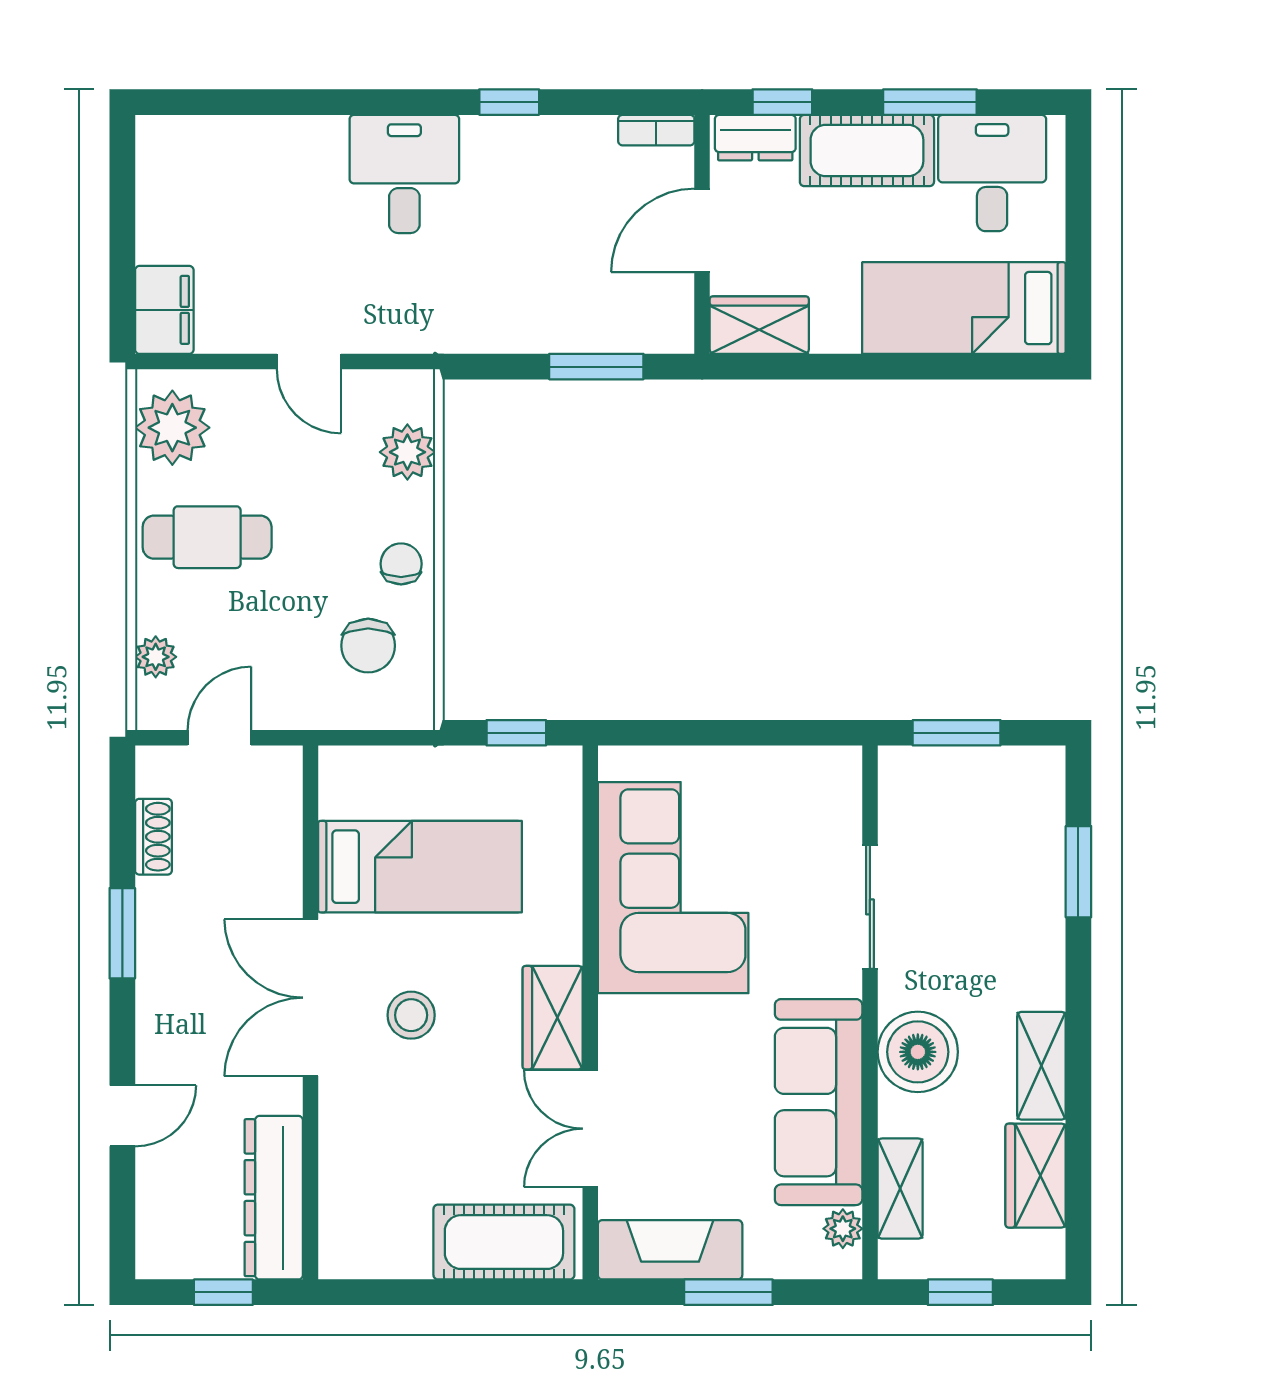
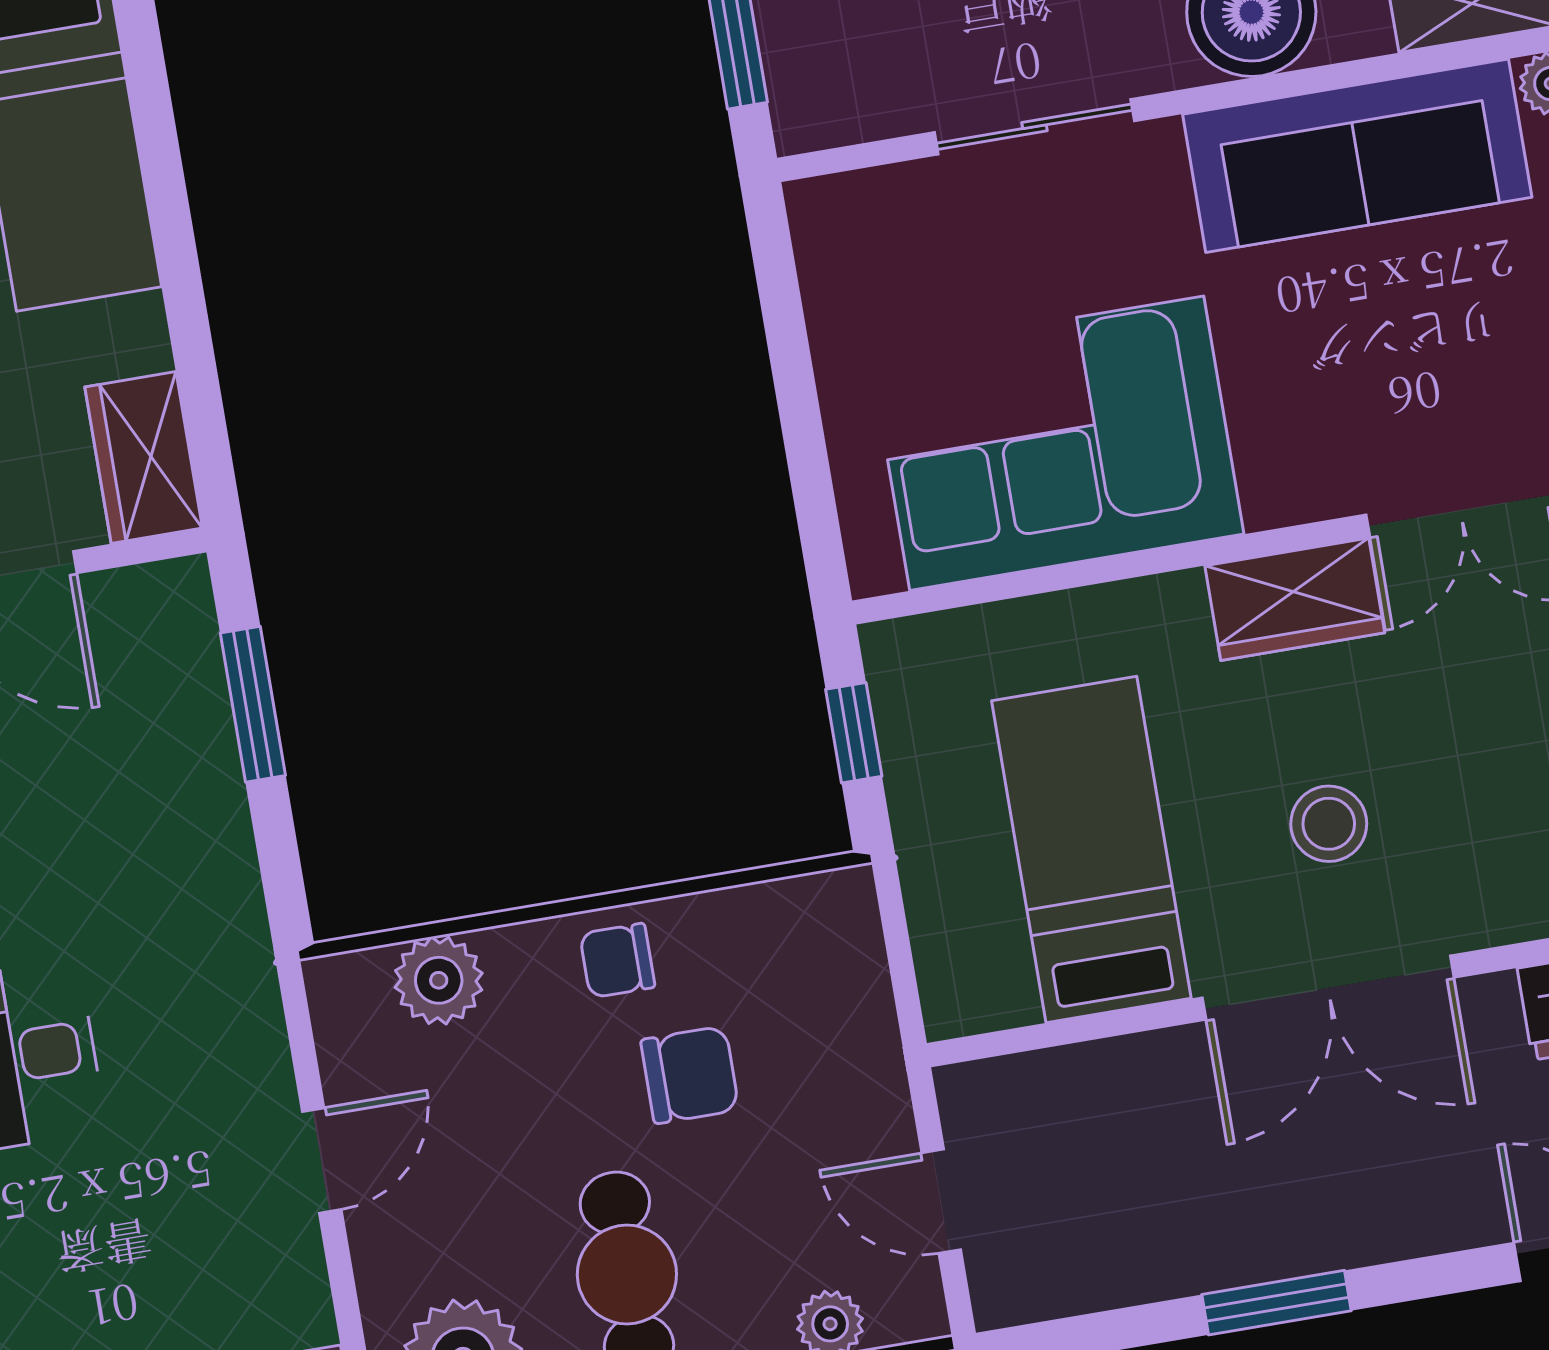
chair: (368, 646) -> (690, 1075), moved
shoe rack: (153, 837) -> (1115, 1279), removed

